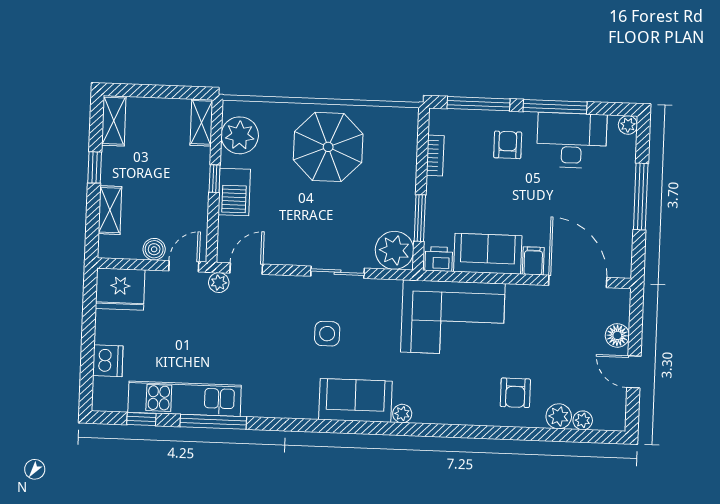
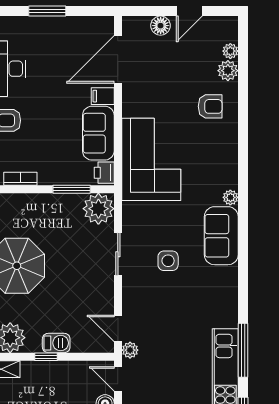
barbecue: (234, 192) -> (56, 343), width x0.73, depth x0.79
window: (641, 196) -> (47, 11), width x0.69

